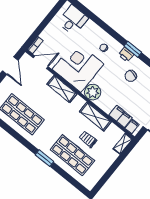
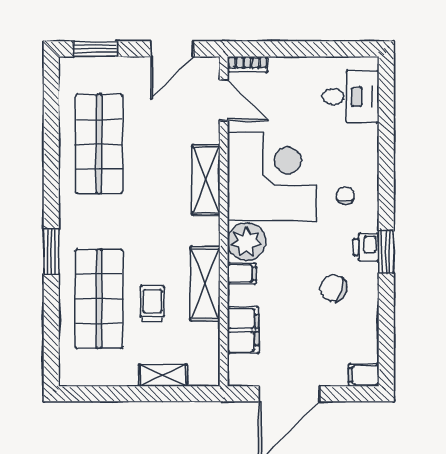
filing cabinet: (132, 126) -> (242, 273), moved
shelving: (123, 144) -> (163, 375), moved

